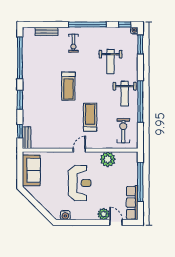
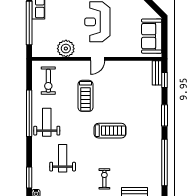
treadmill: (68, 86) -> (110, 131), turned 90

